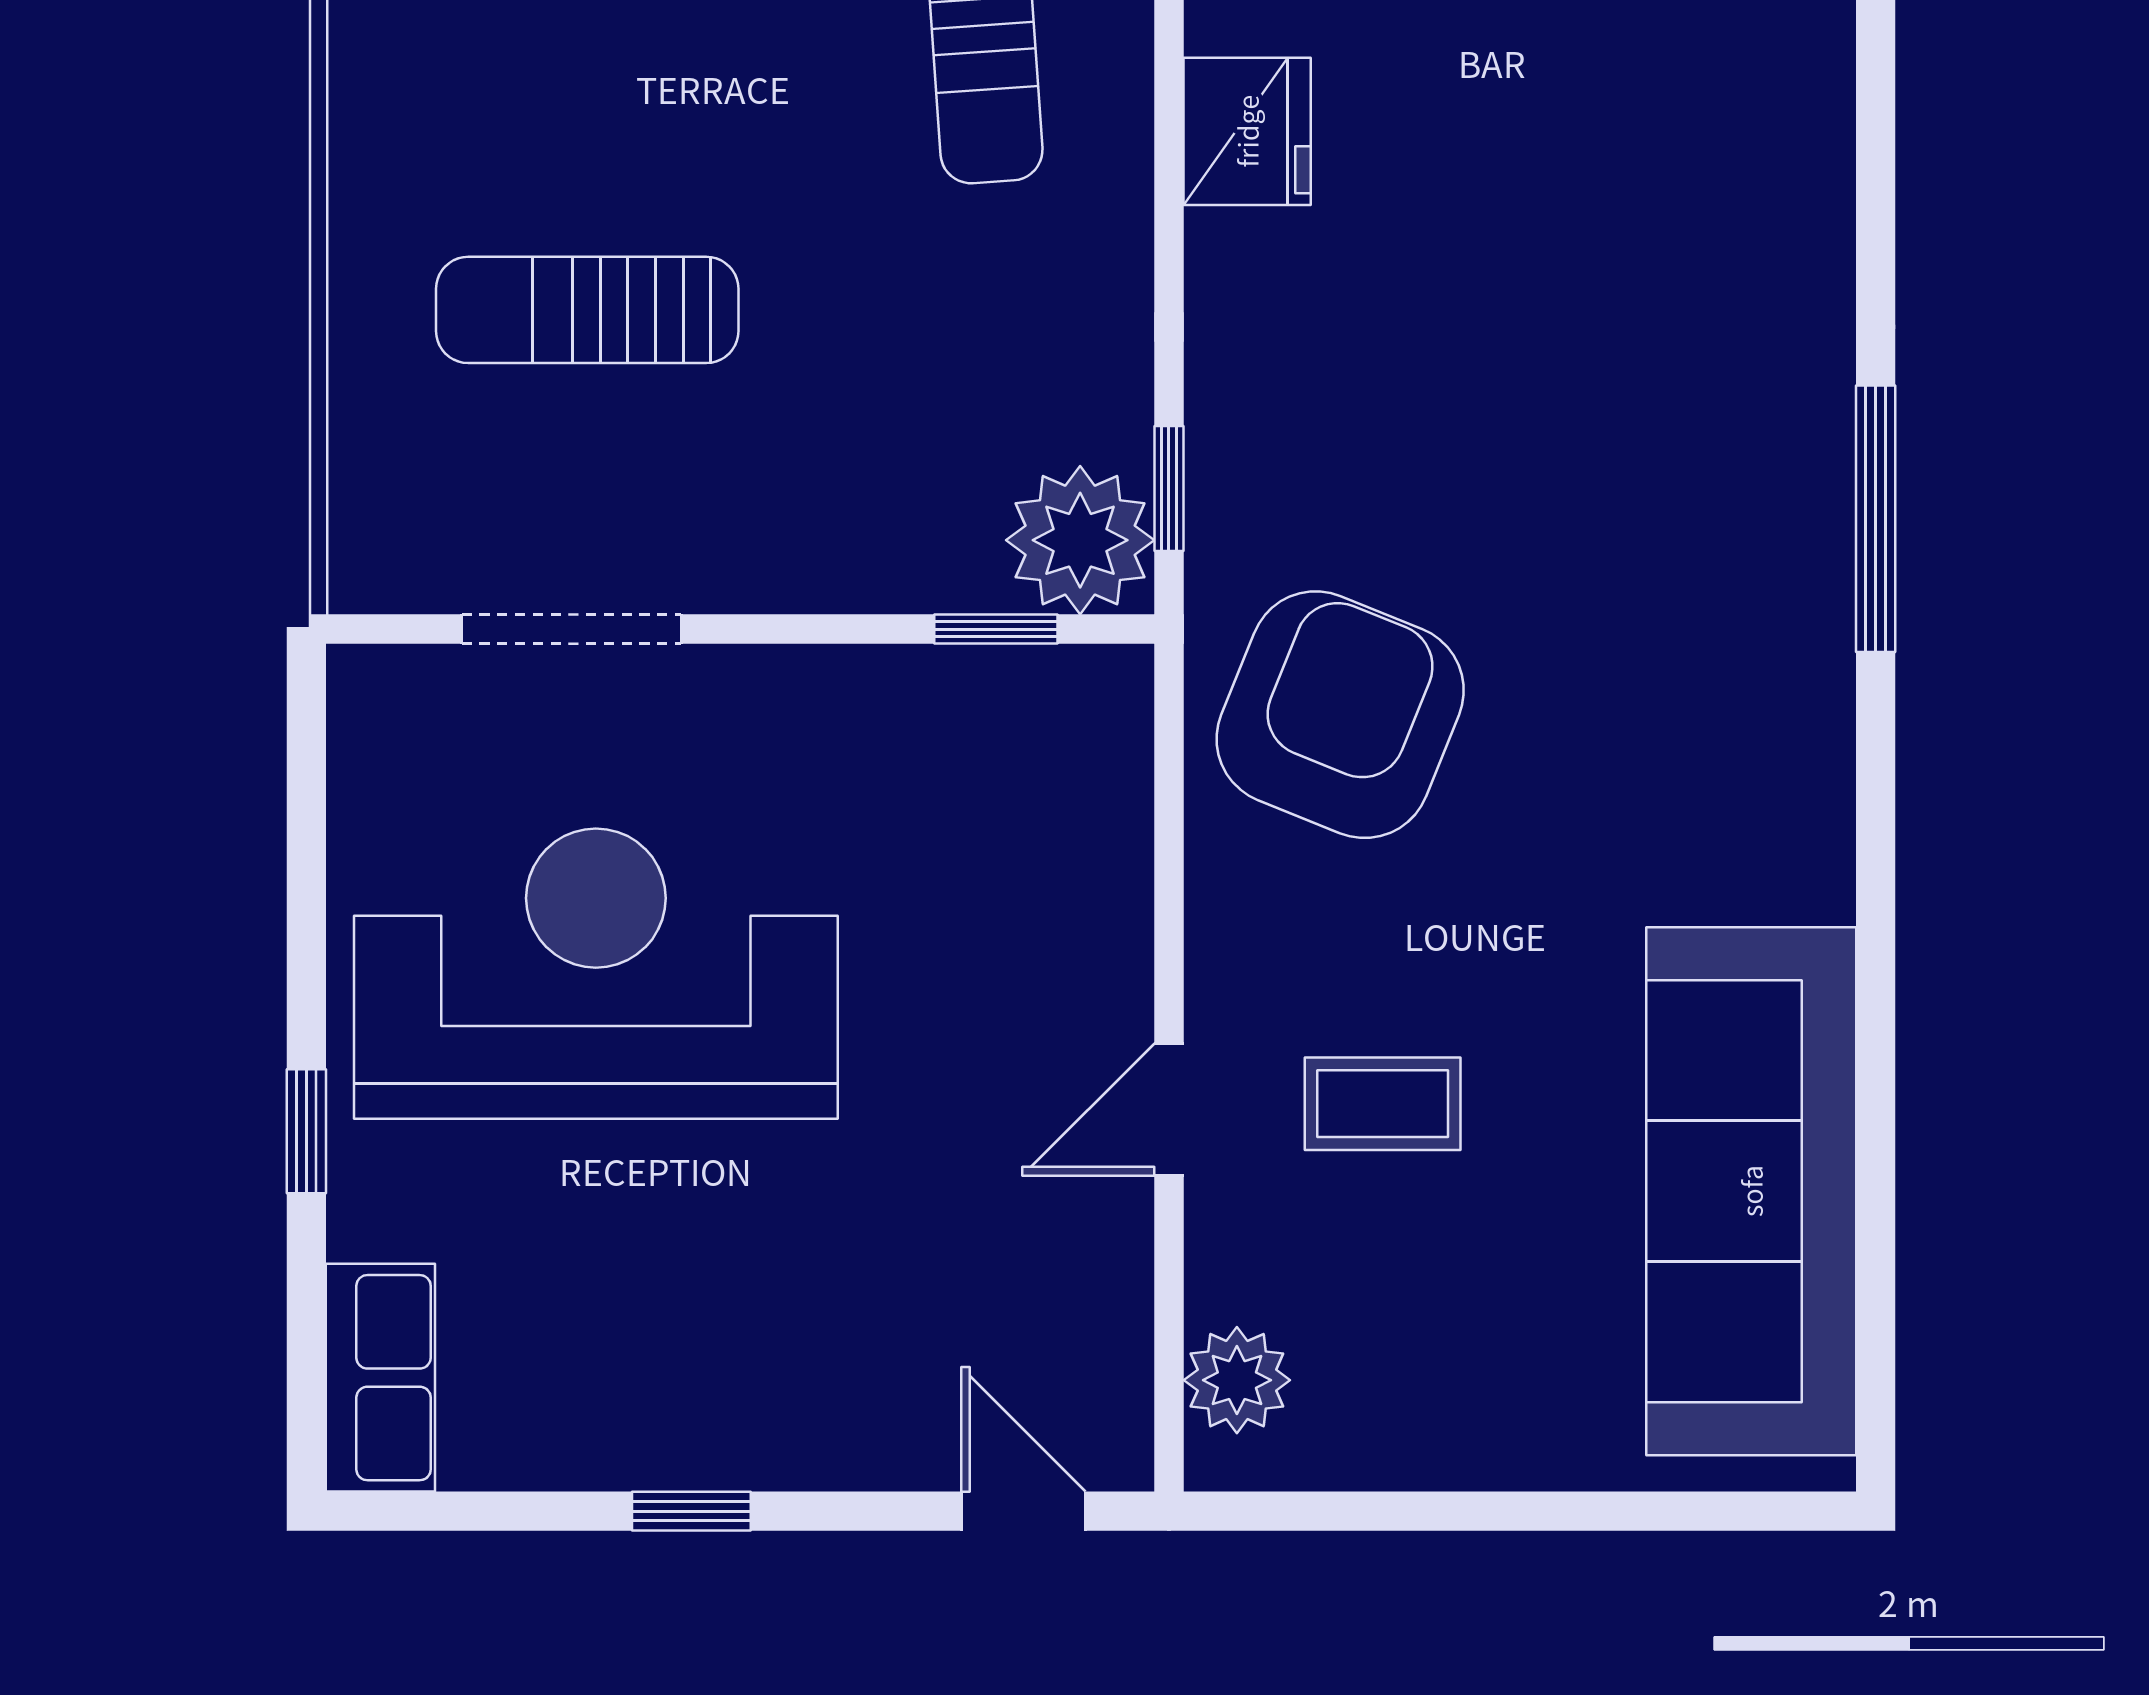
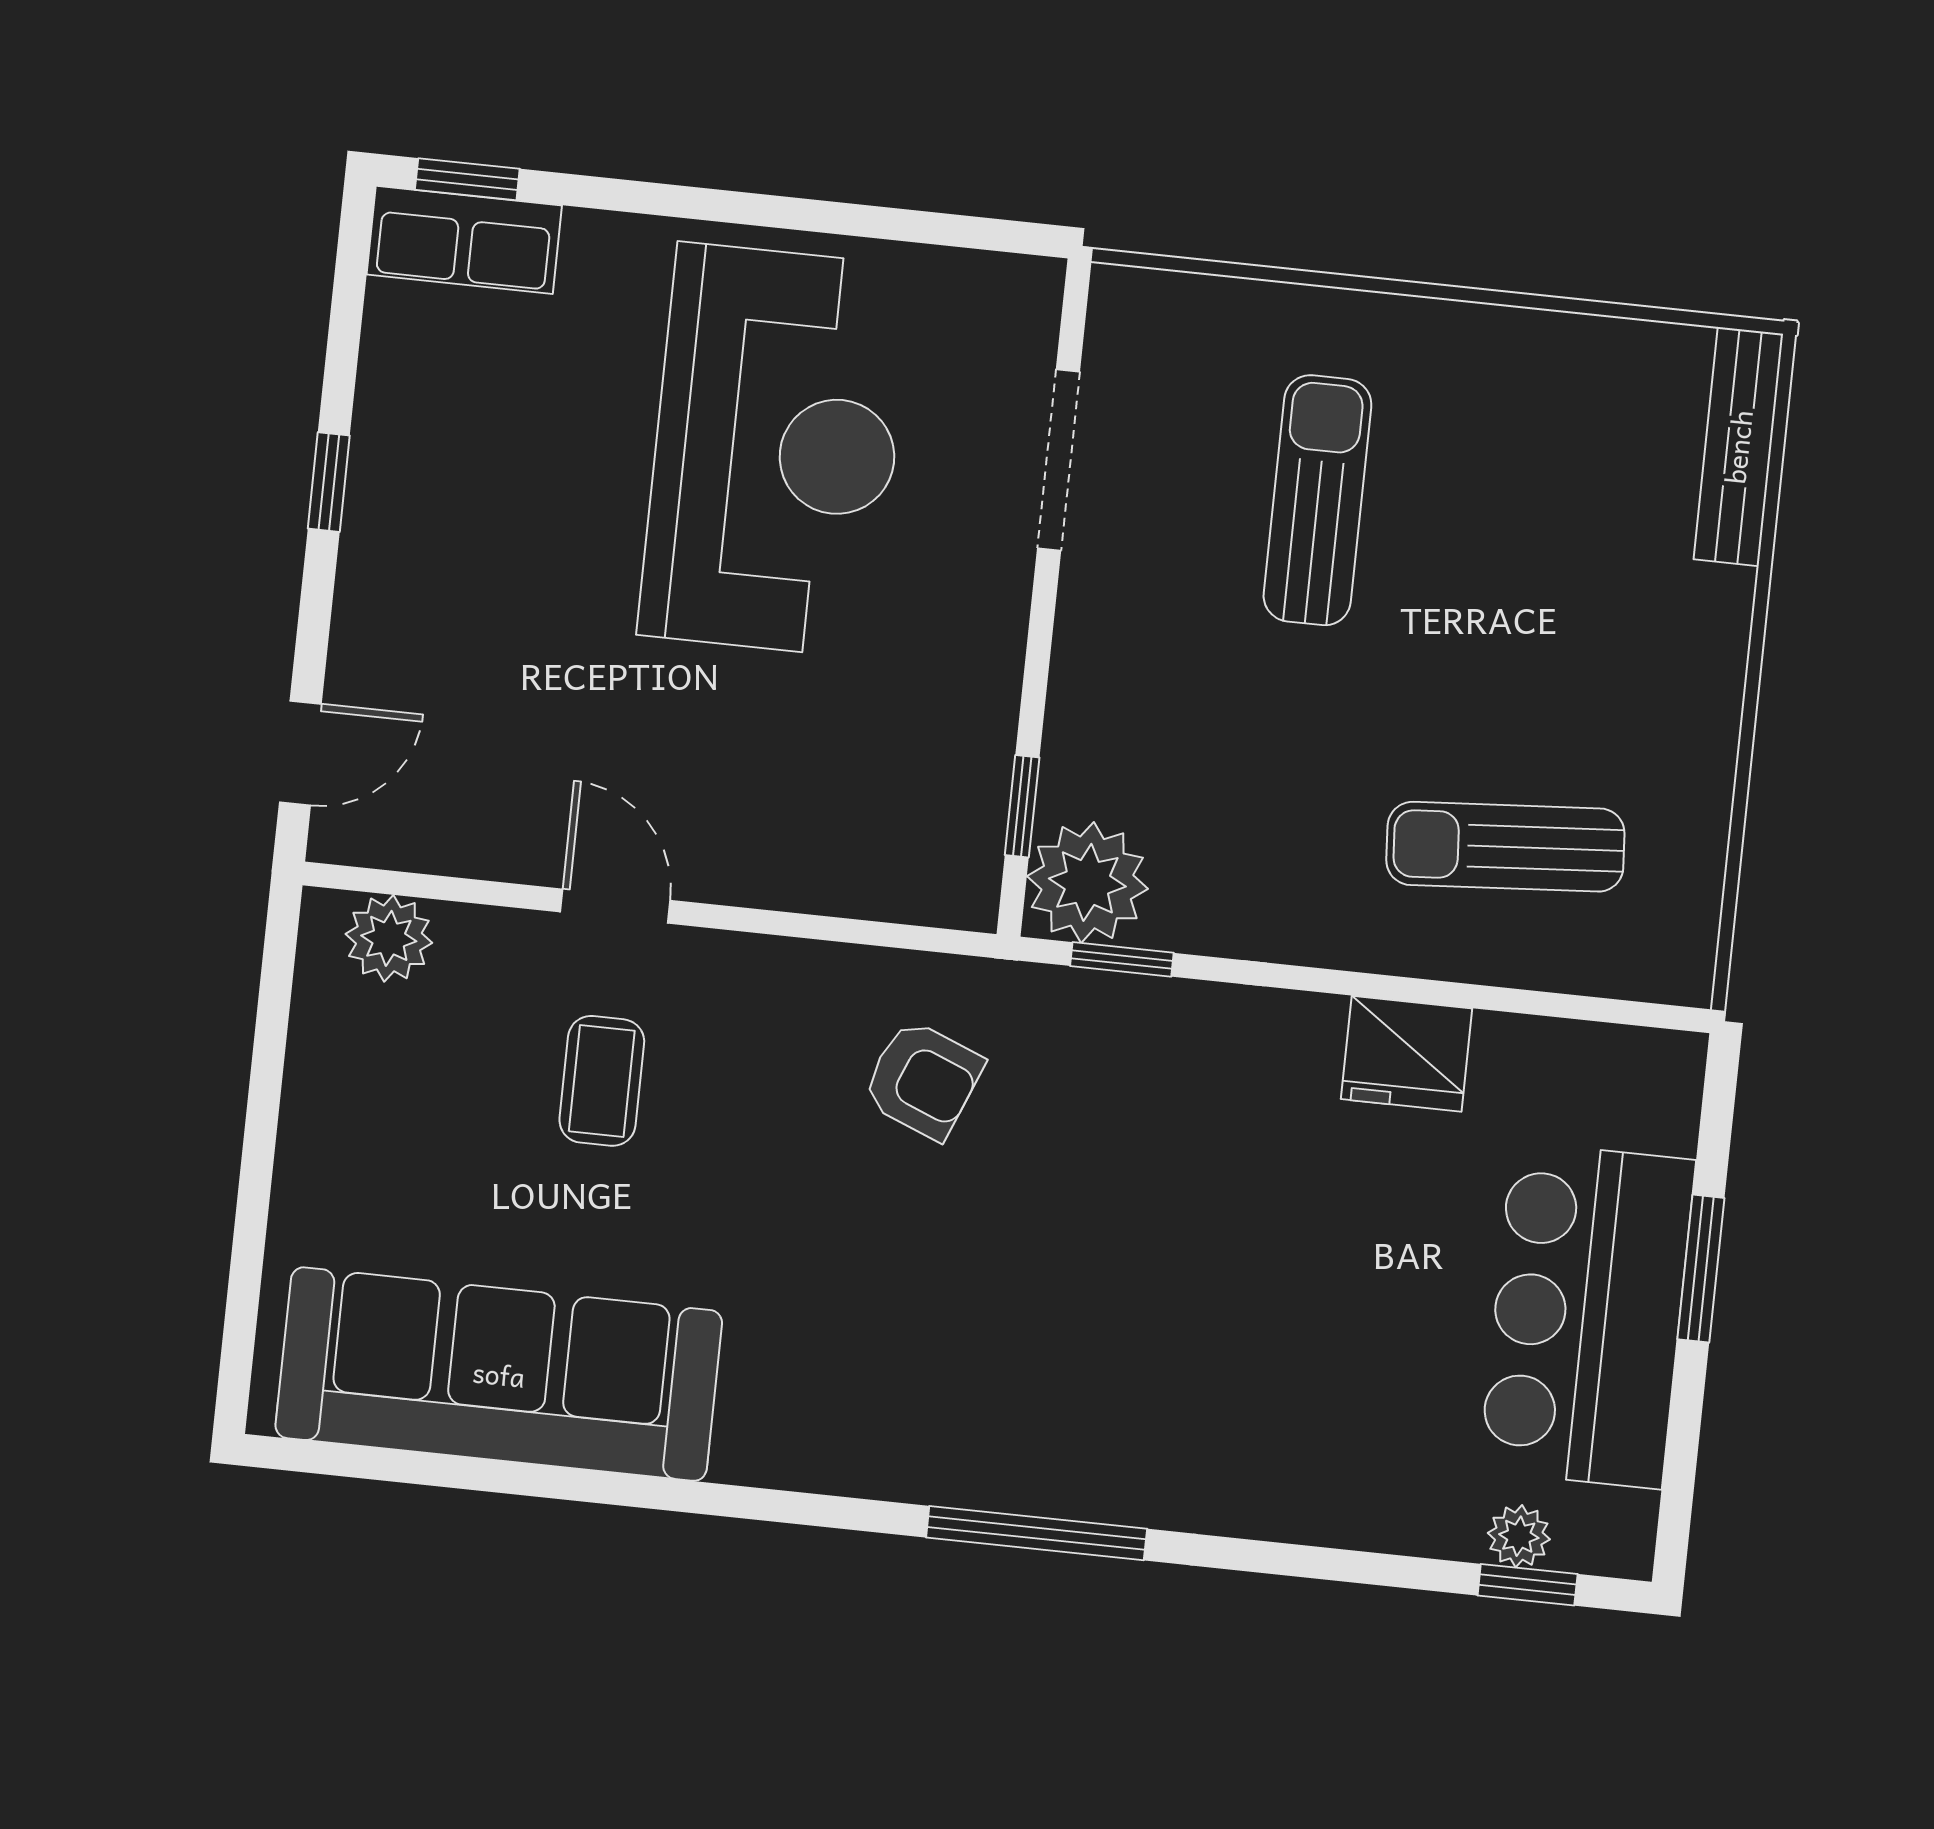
armchair: (1340, 715) -> (923, 1080), width x0.53, depth x0.53
window: (306, 1131) -> (467, 179), moved

